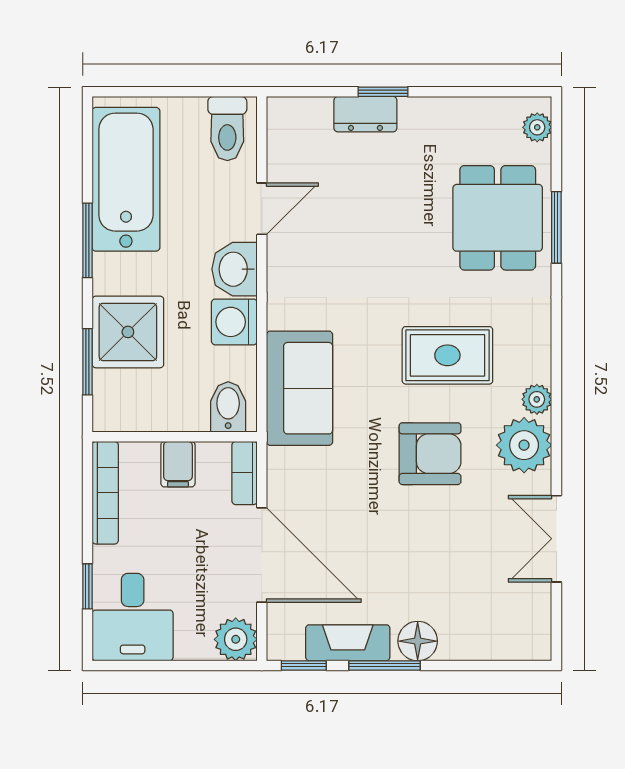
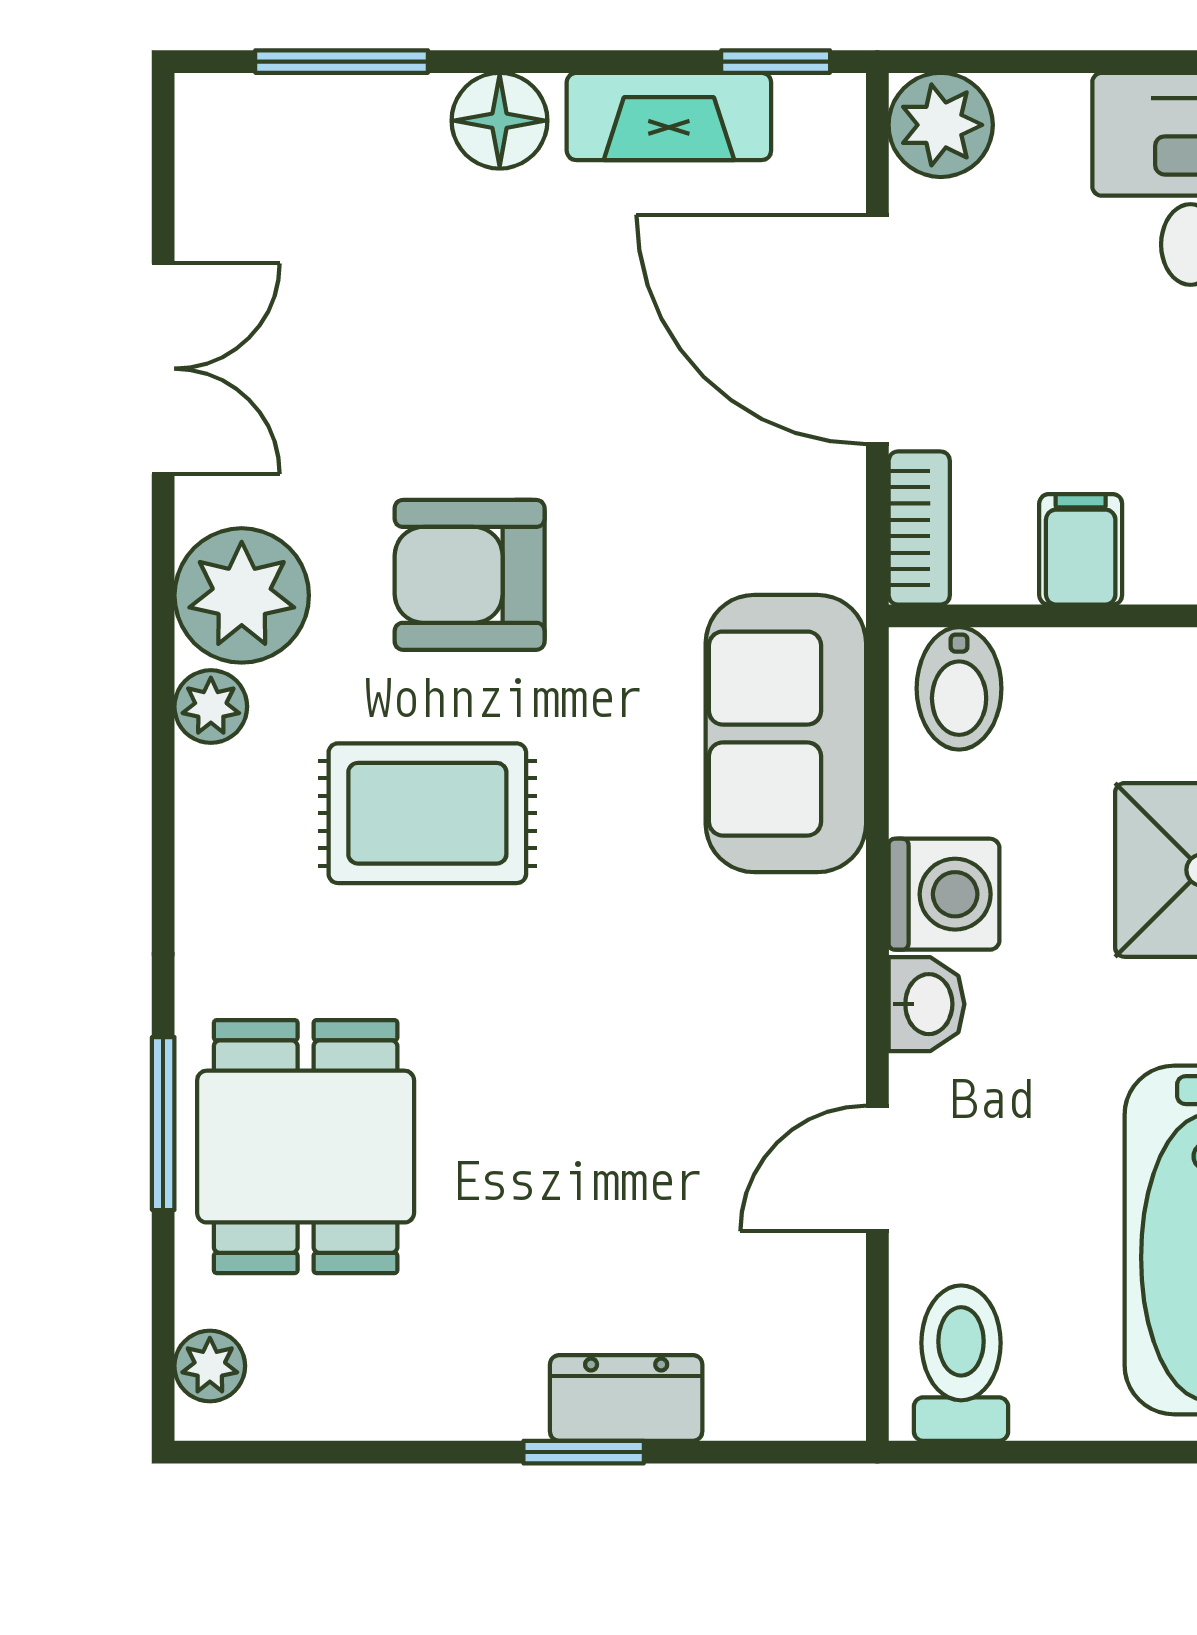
washbasin: (235, 269) -> (927, 1004), width x0.72, depth x0.69
window: (385, 665) -> (342, 62), moved

